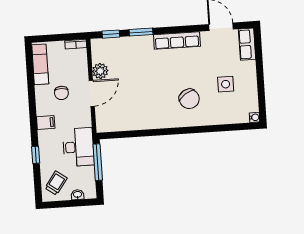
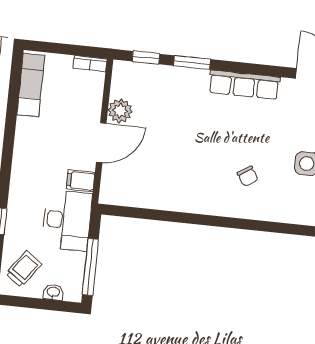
chair: (61, 93) -> (56, 134), removed
chair: (189, 99) -> (248, 176), width x0.54, depth x0.54
filing cabinet: (46, 123) -> (81, 181), moved, turned 180
window: (98, 162) -> (90, 267), moved

